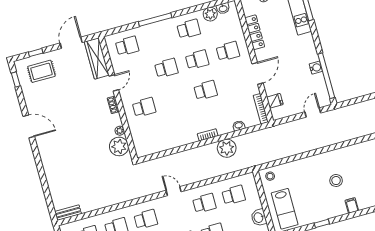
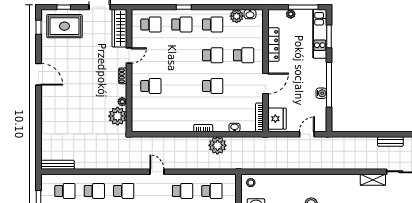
window: (155, 20) -> (184, 7), width x0.46
school desk: (166, 68) -> (182, 24), moved
rug: (41, 71) -> (64, 26), width x1.36, depth x1.43
window: (326, 76) -> (329, 85), moved
fridge: (275, 101) -> (277, 119), width x1.88, depth x1.34
bench: (68, 213) -> (57, 165), width x1.36

